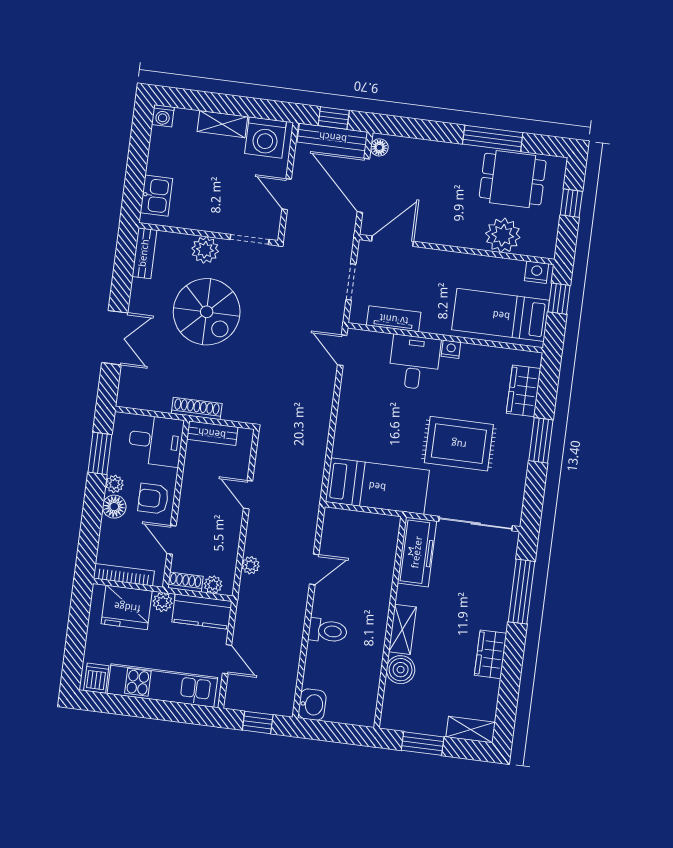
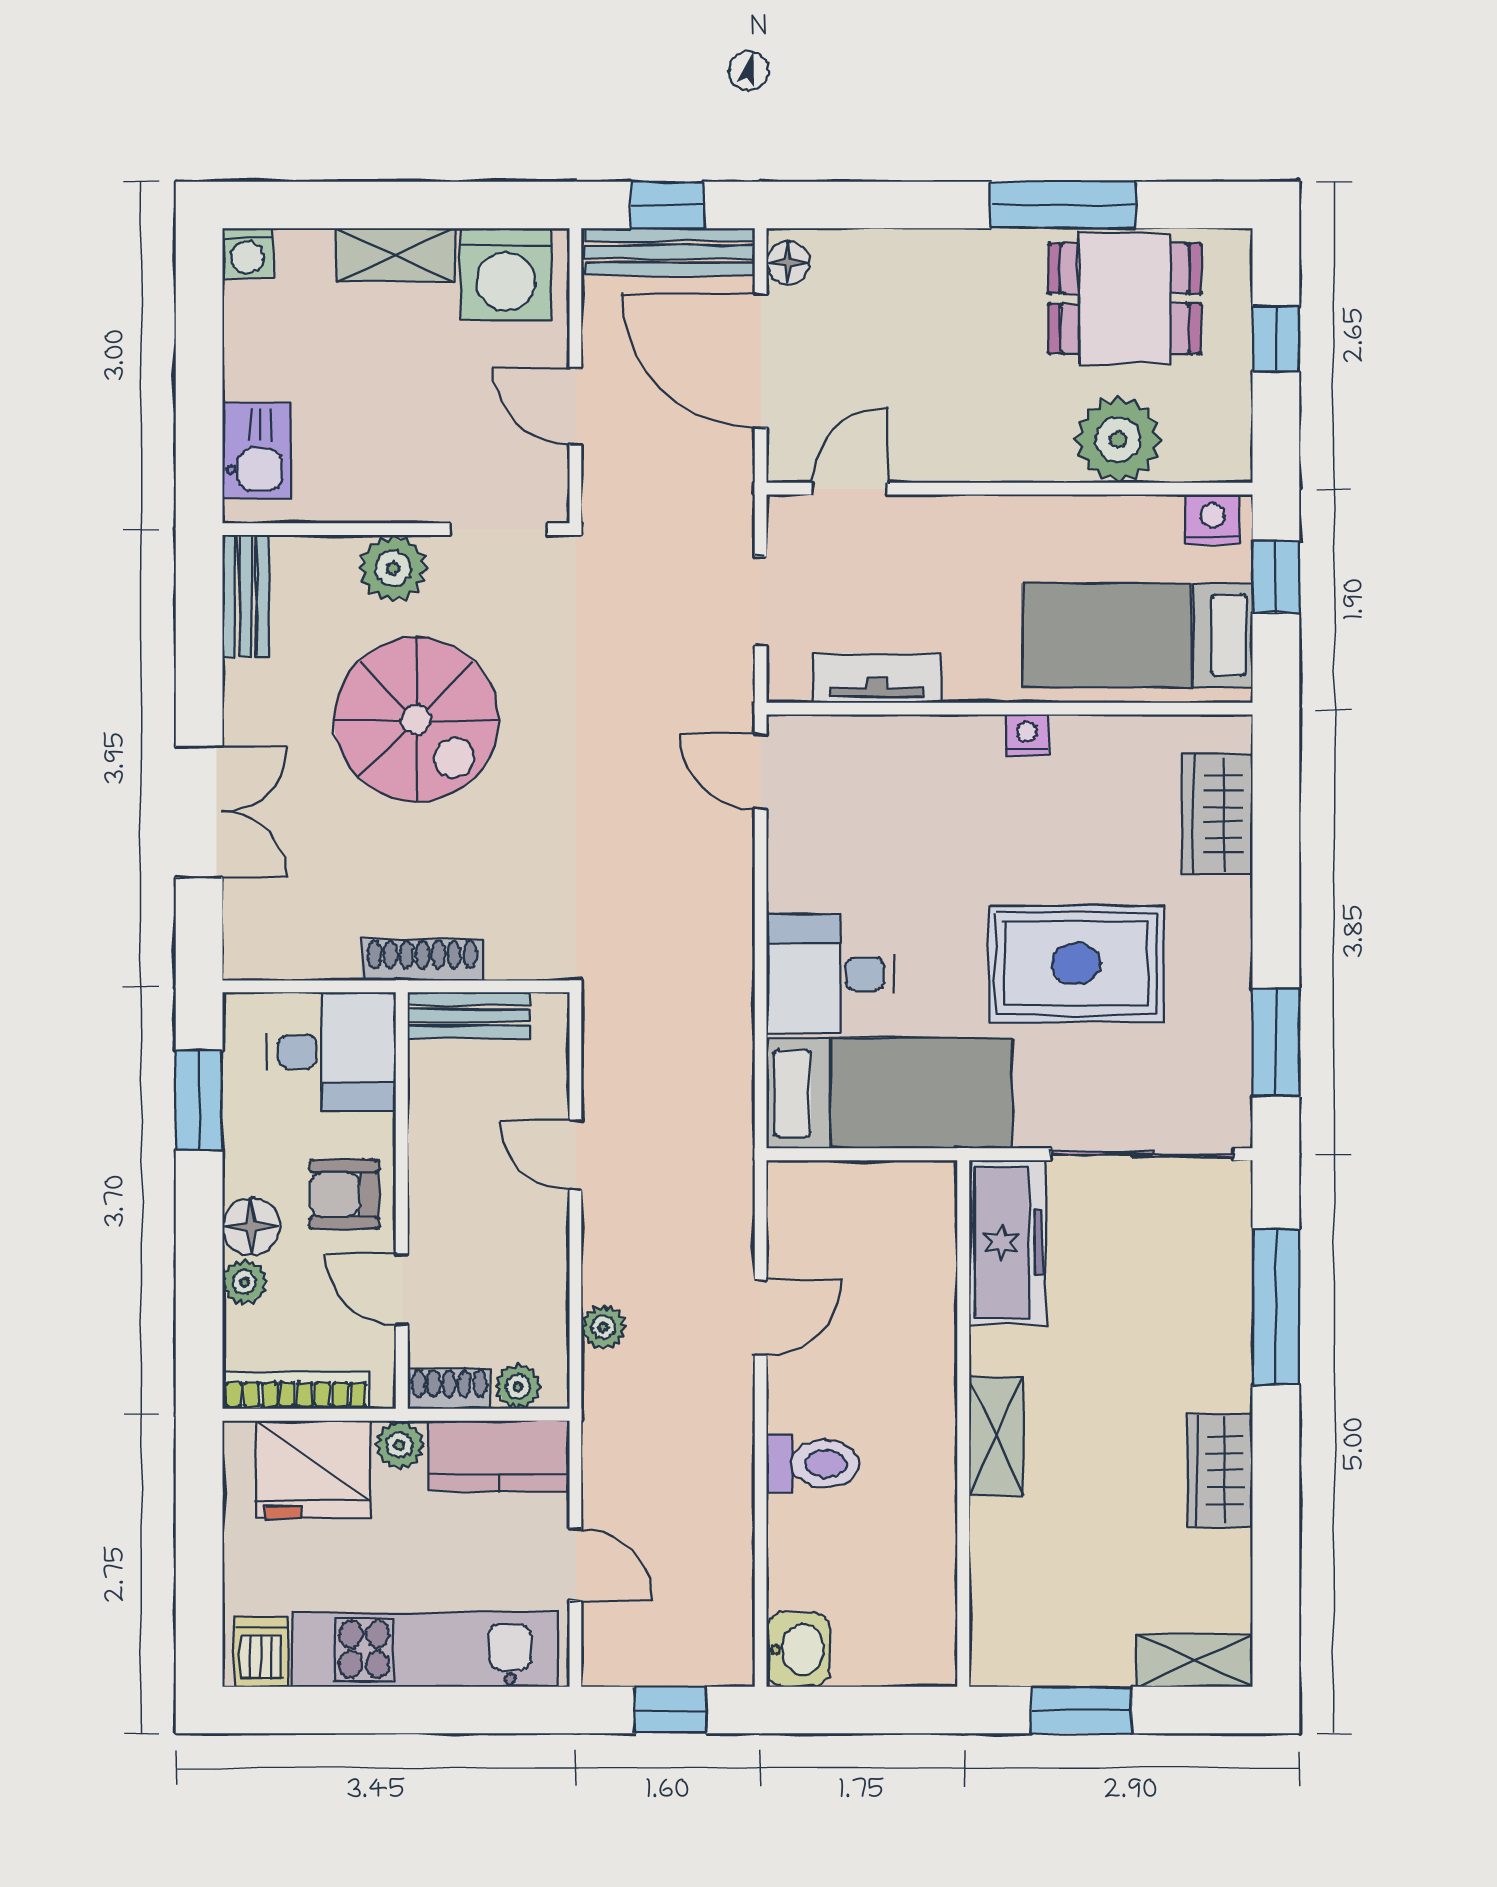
door: (392, 241) -> (850, 489), width x0.73
desk: (414, 362) -> (830, 974), moved, turned -90
window: (541, 440) -> (1276, 1042), moved
plant: (114, 484) -> (245, 1282), moved
boiler: (401, 670) -> (1004, 1536), removed

